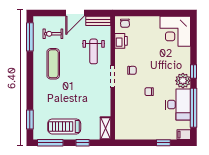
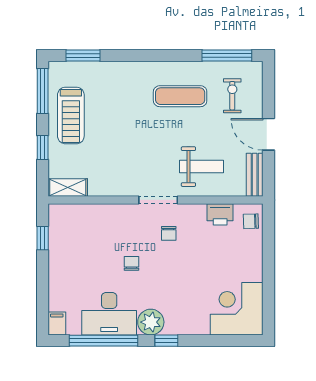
weight bench: (94, 51) -> (202, 167), turned 180
treadmill: (64, 126) -> (71, 115), turned 180
window: (163, 143) -> (43, 238), moved

